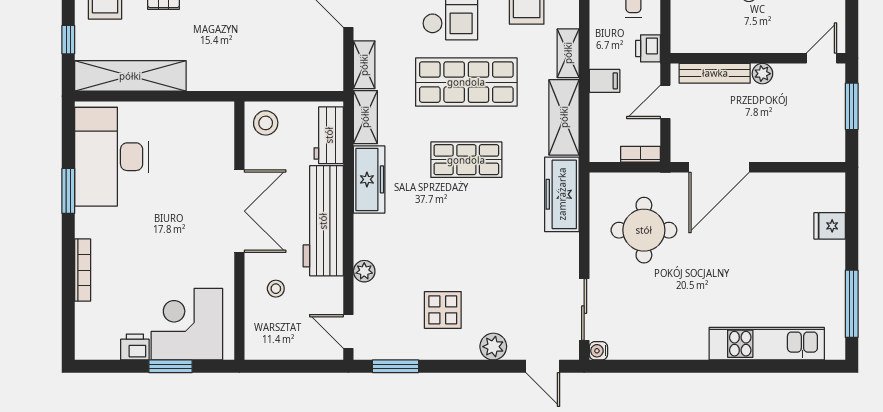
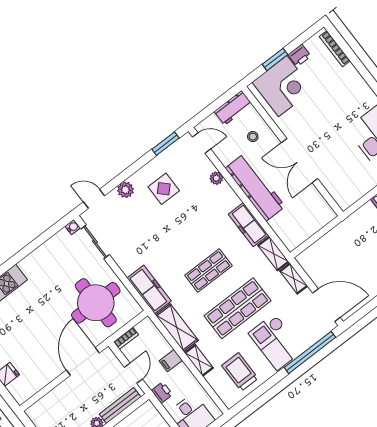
stool: (266, 123) -> (320, 213), removed
workbench: (329, 135) -> (233, 108), moved, turned 90
round table: (644, 230) -> (96, 303), width x1.36, depth x1.36
bookcase: (83, 270) -> (335, 49), moved

